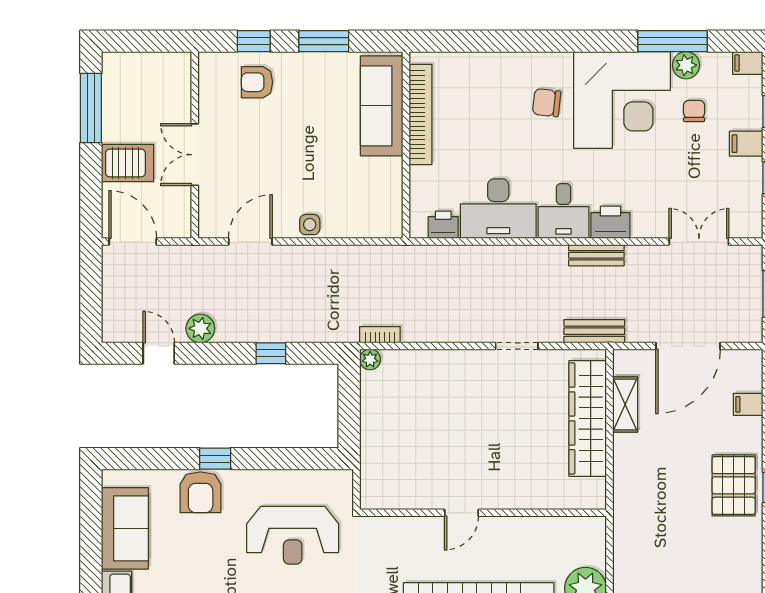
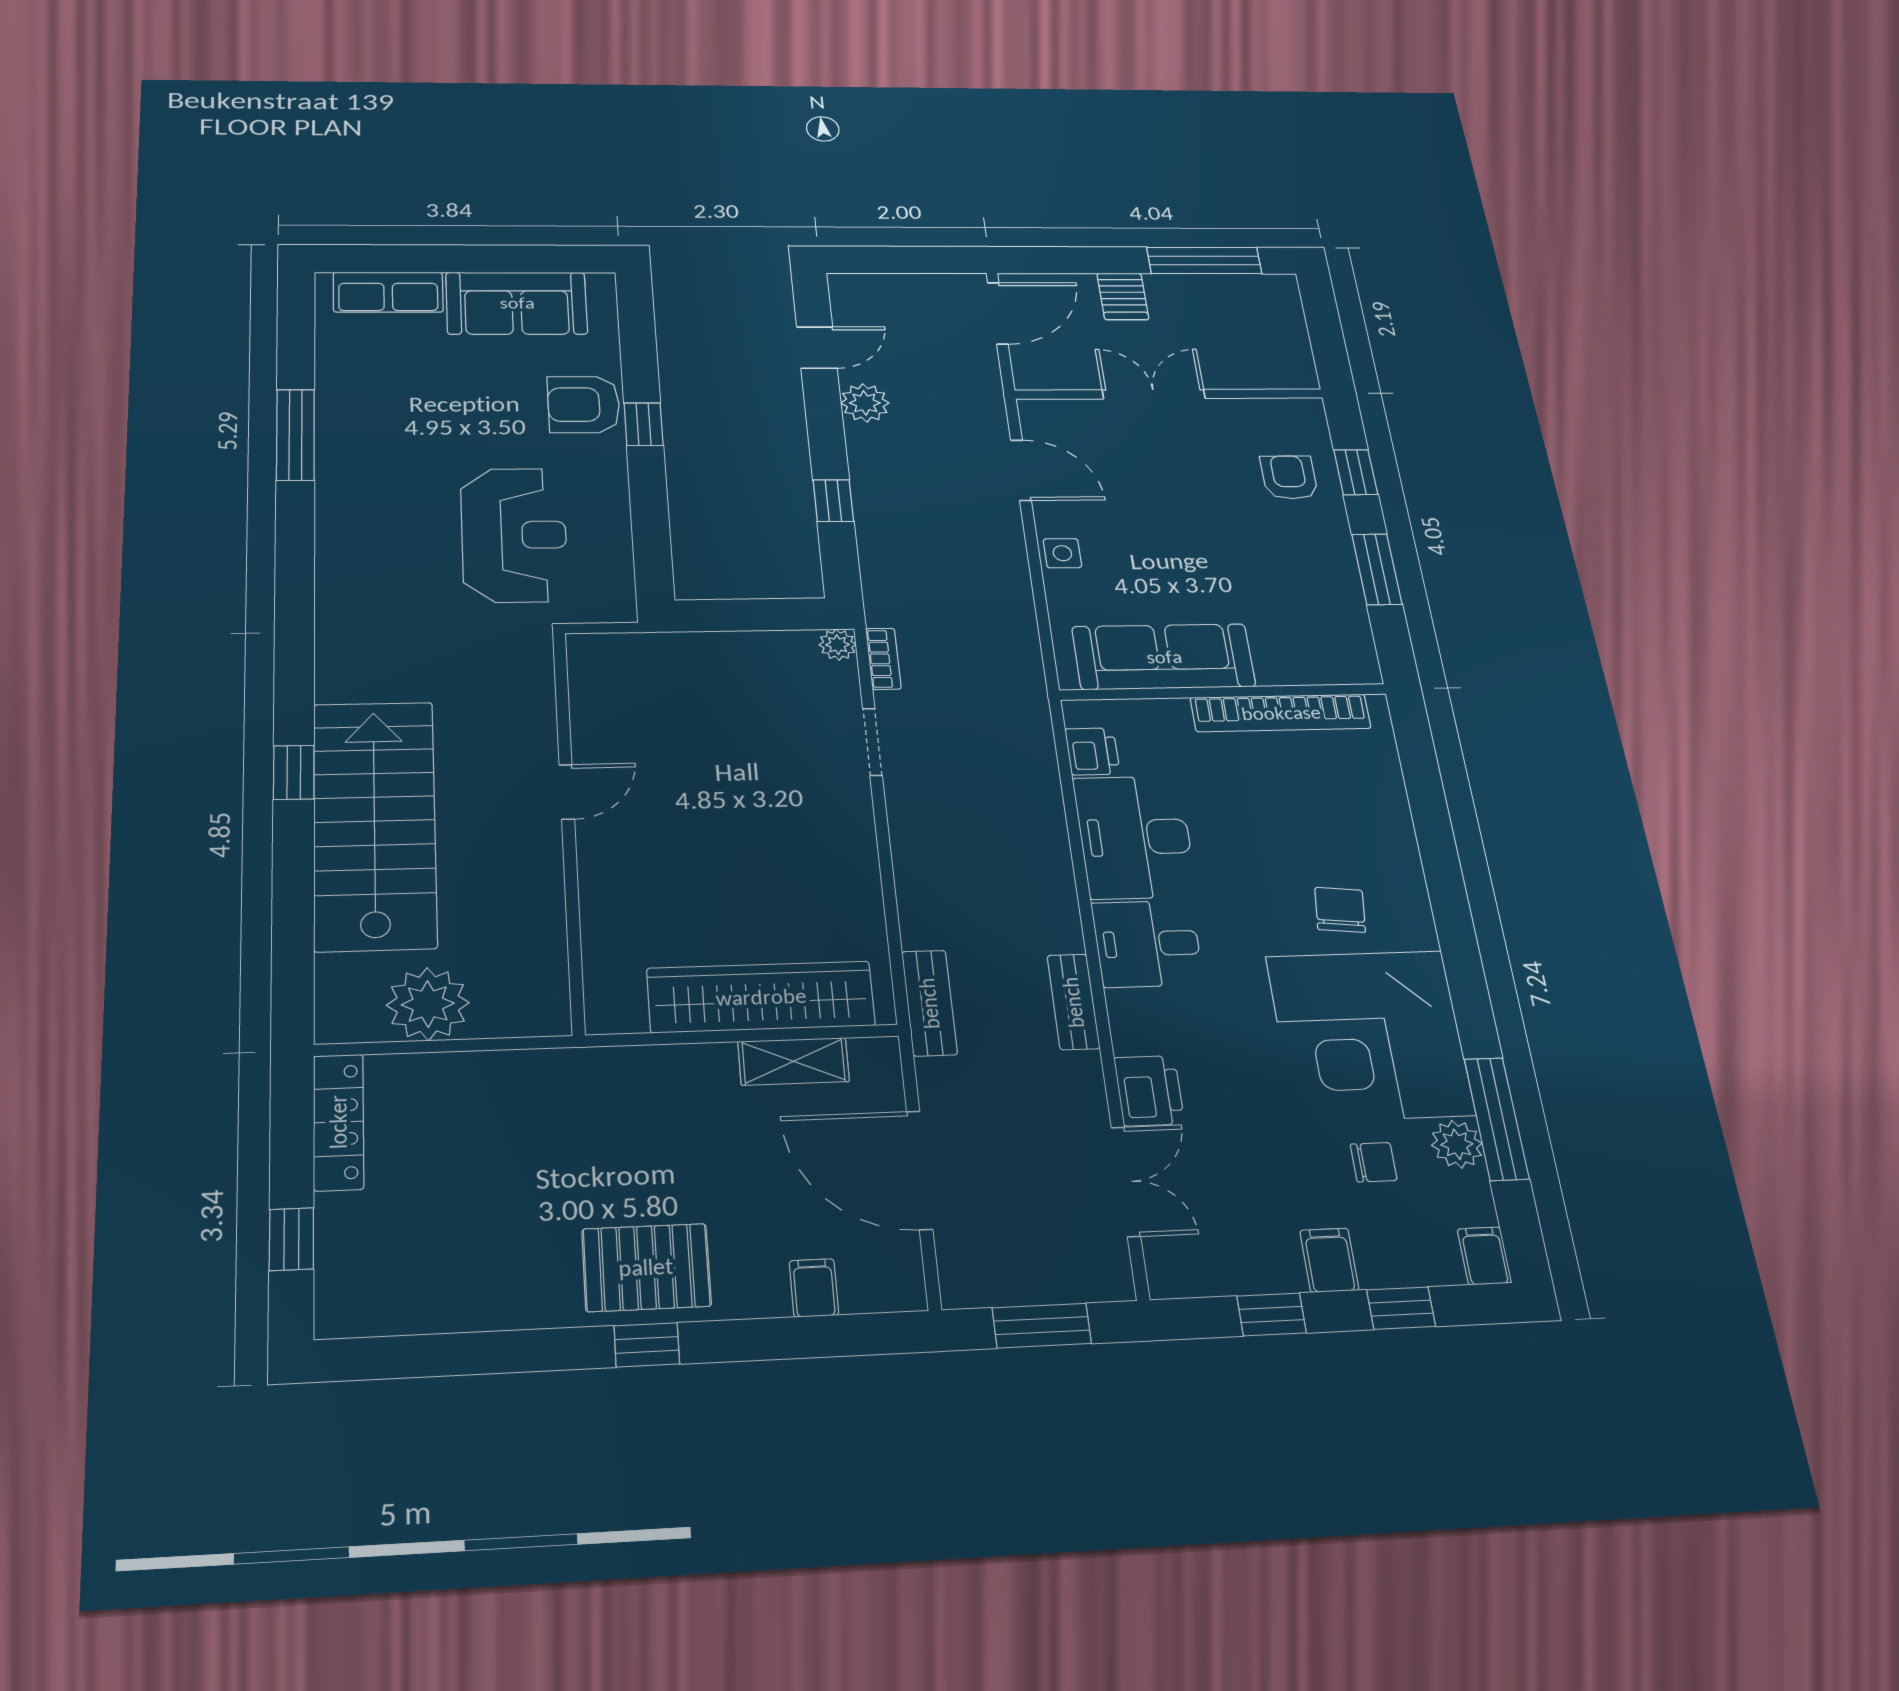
sofa: (382, 106) -> (1164, 657), moved
server rack: (127, 163) -> (1123, 296), width x0.73, depth x0.70
printer: (610, 222) -> (1149, 1091), moved
doorway: (517, 346) -> (872, 742), moved
door: (461, 513) -> (567, 792), swing flipped
reception desk: (293, 535) -> (514, 535), turned 180

